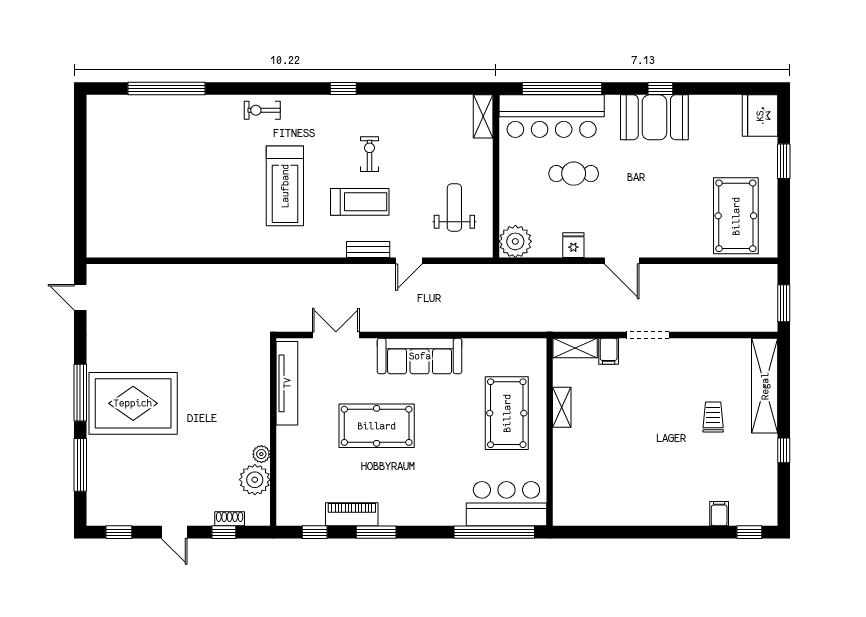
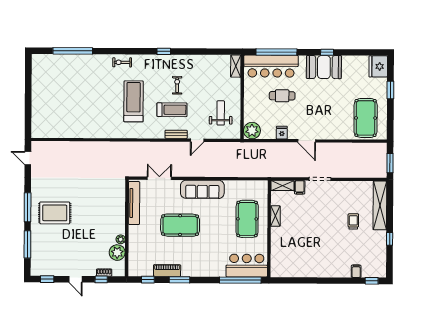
treadmill: (285, 186) -> (134, 101), turned 180
rug: (133, 403) -> (55, 213), width x0.73, depth x0.69

